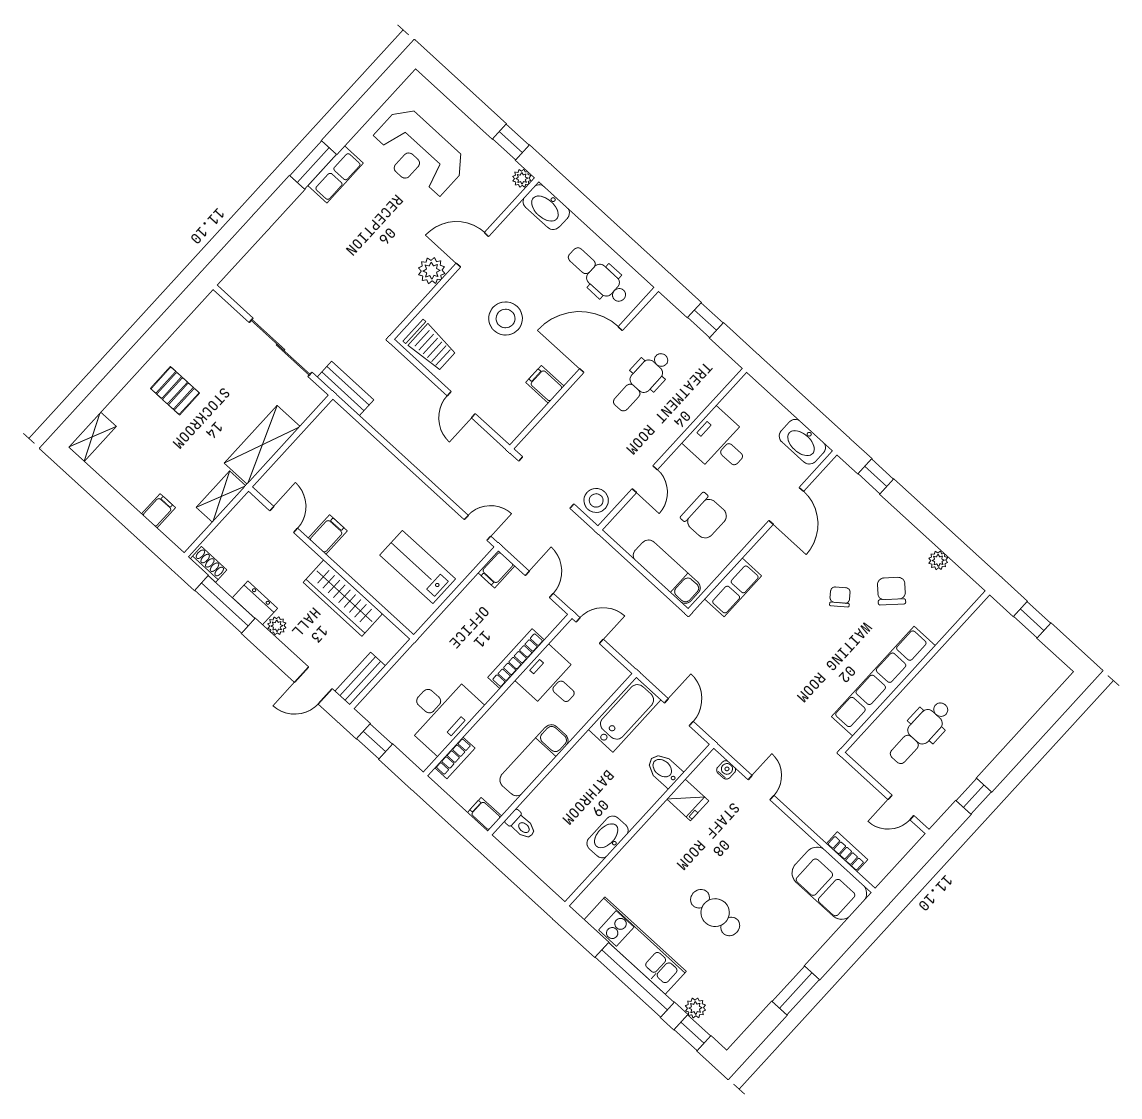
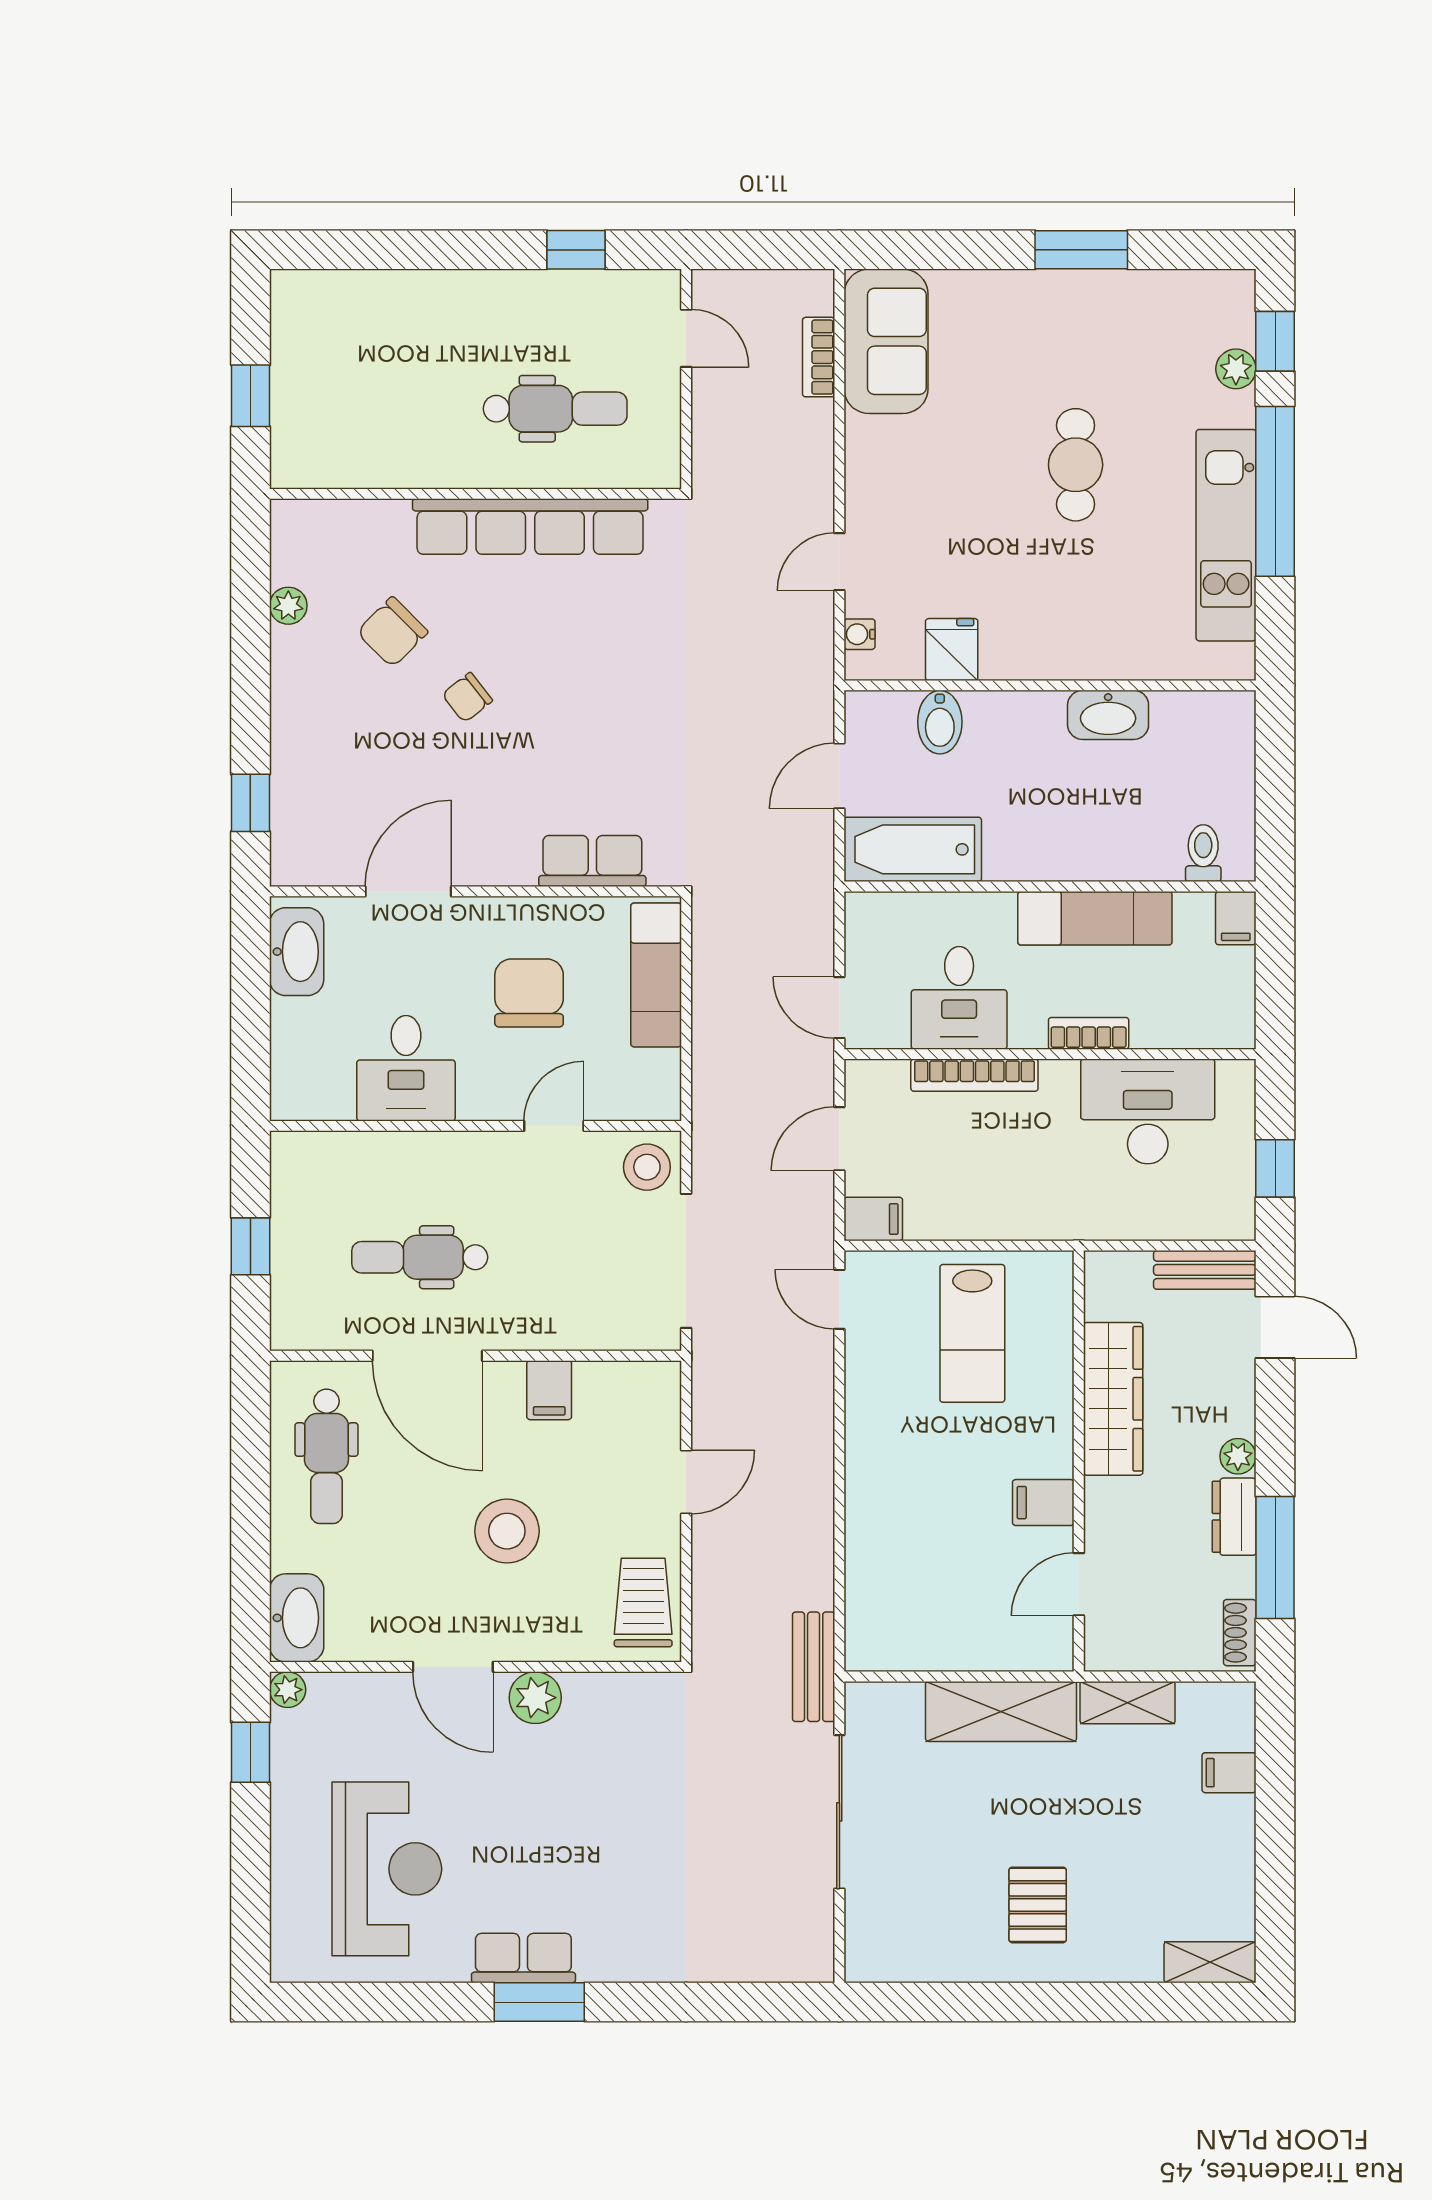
dental chair: (642, 381) -> (420, 1257), turned 180
bookcase: (455, 758) -> (1089, 1033), moved

